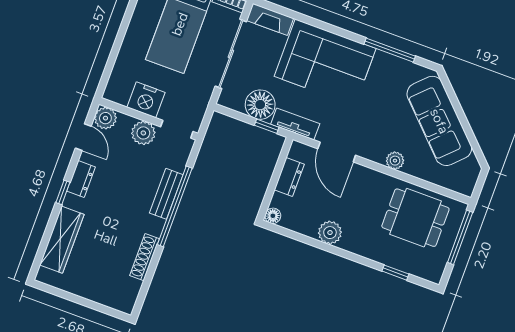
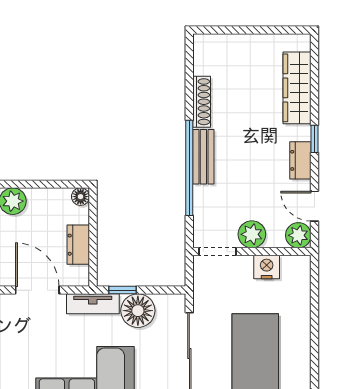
nightstand: (146, 100) -> (267, 267), width x0.74, depth x0.75
bench: (166, 194) -> (203, 157), moved

